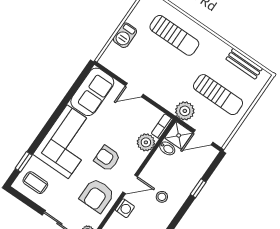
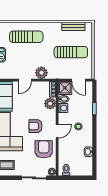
plant: (185, 111) -> (41, 73), moved
door: (203, 137) -> (79, 80), hinge flipped
armchair: (97, 195) -> (44, 149), turned 180
washing machine: (125, 208) -> (63, 108), moved

